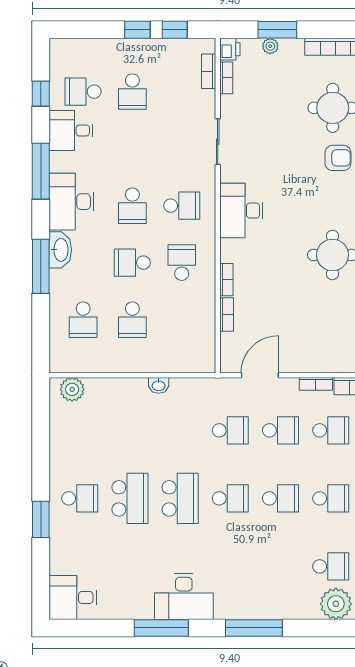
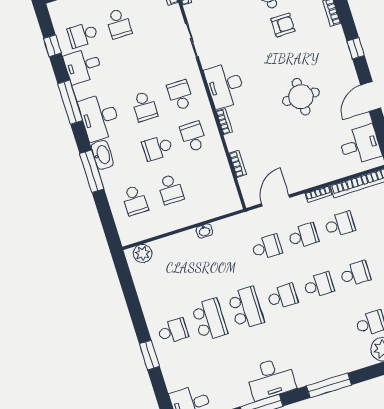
school desk: (182, 206) -> (180, 95), turned -90
bookcase: (226, 280) -> (224, 122), moved

